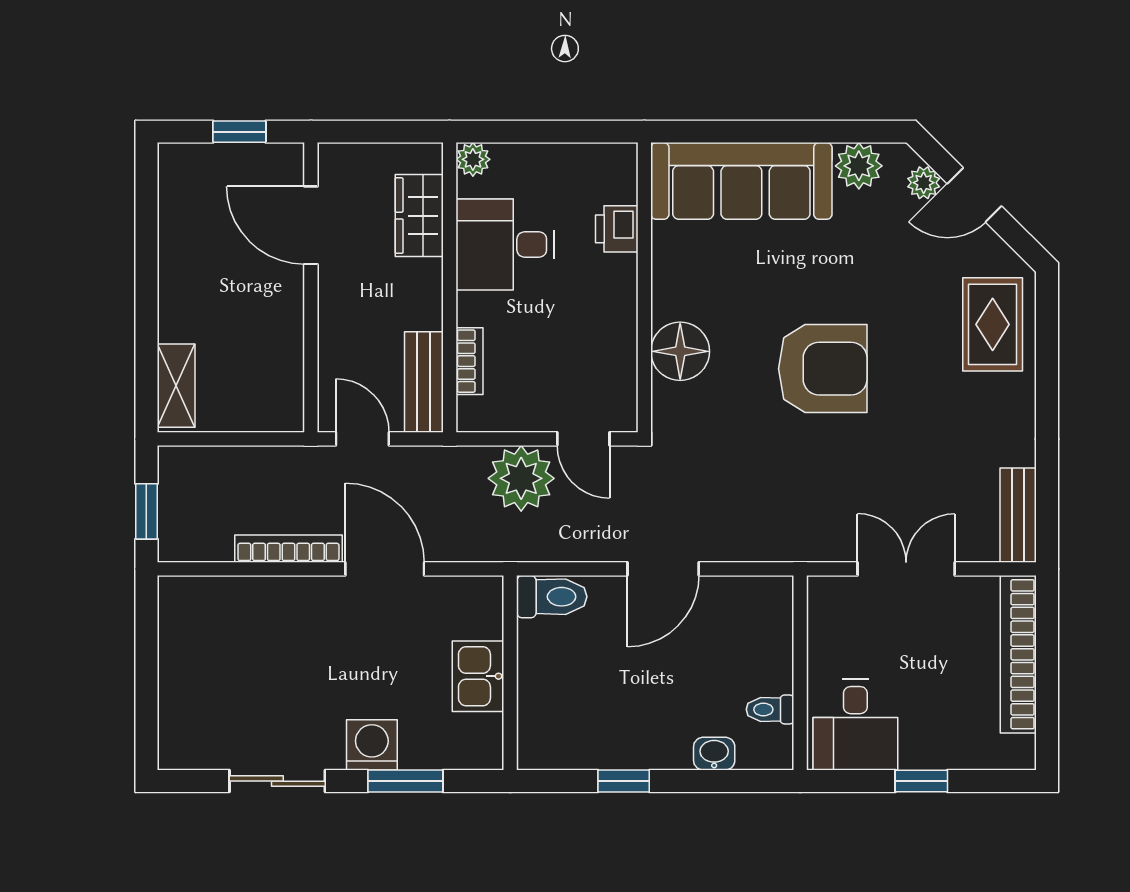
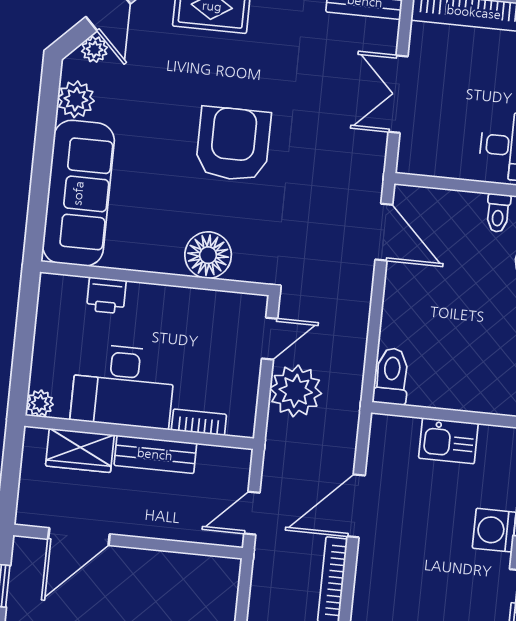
desk: (505, 244) -> (123, 386), width x1.37
bench: (424, 382) -> (155, 454), moved
door: (663, 569) -> (384, 232), moved

